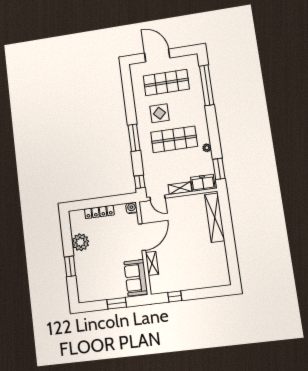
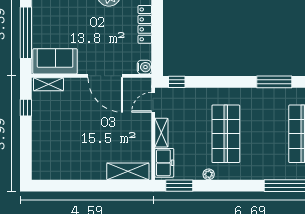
display table: (159, 113) -> (263, 119), removed
window: (134, 138) -> (274, 82), moved
shelving: (215, 218) -> (128, 171), width x0.68
shelving: (152, 263) -> (48, 84), moved
window: (117, 303) -> (26, 33), width x2.11

